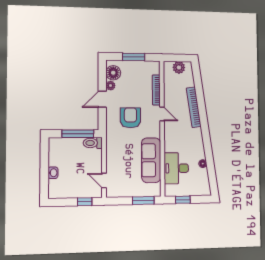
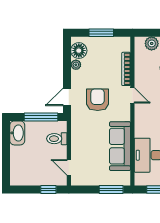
door: (102, 99) -> (67, 97), moved
toilet: (93, 143) -> (57, 139), moved
washbasin: (53, 173) -> (17, 133), moved, width x1.91, depth x1.45

